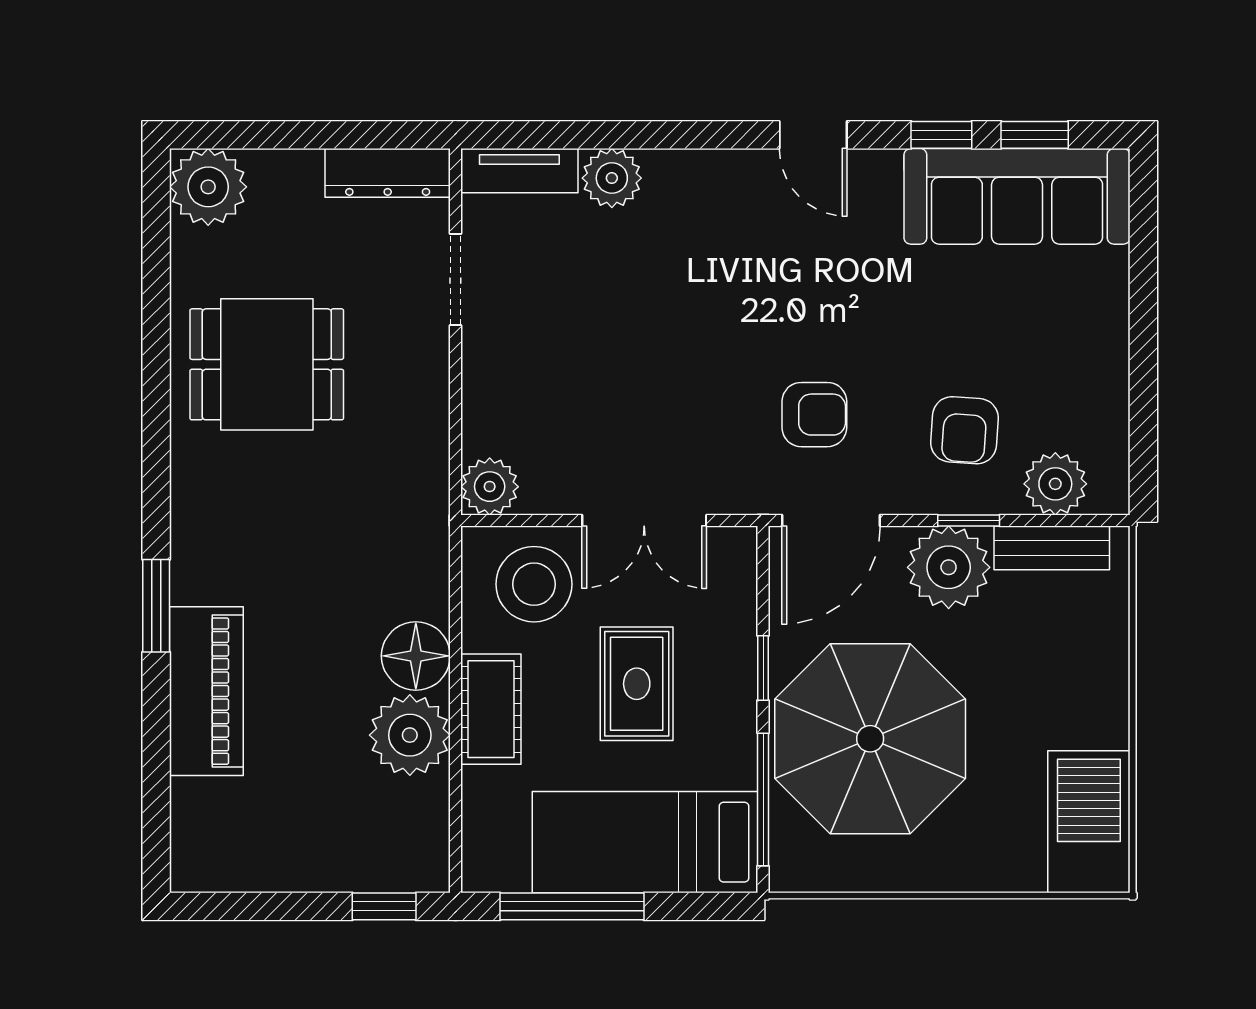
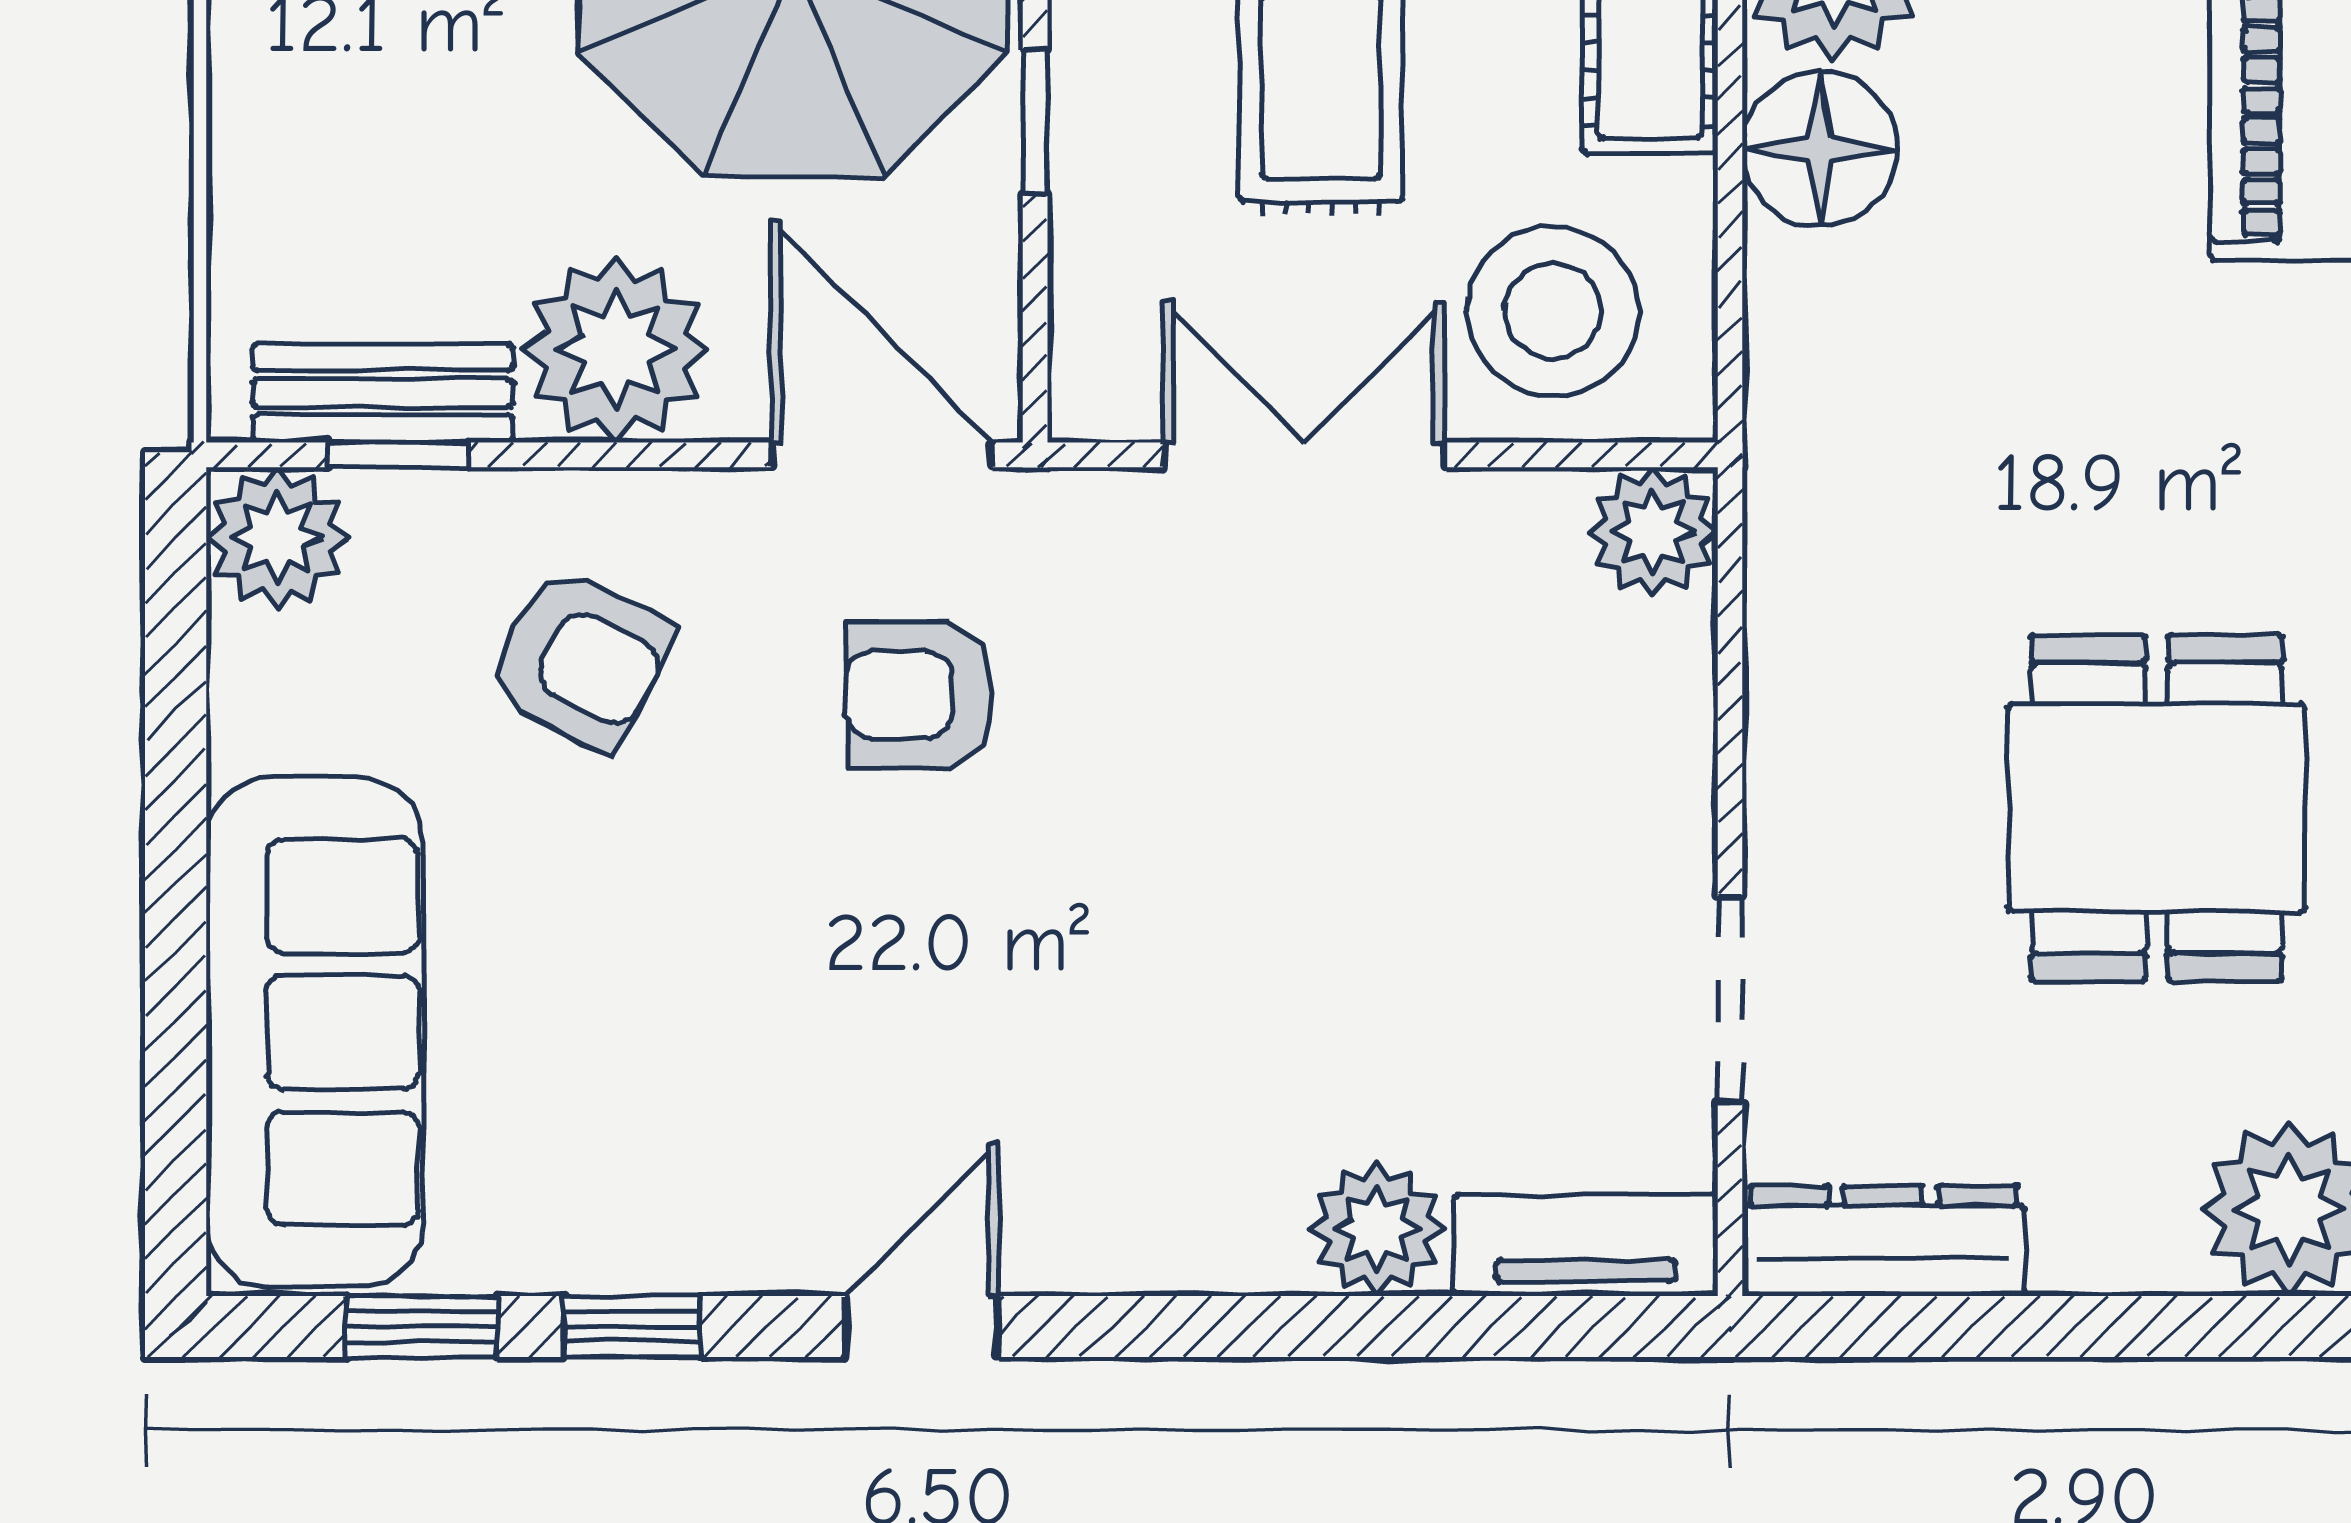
door: (813, 135) -> (922, 1326), hinge flipped
sofa: (1017, 196) -> (315, 1032), moved, turned 90
dining table: (267, 364) -> (2157, 808), turned 90
armchair: (964, 430) -> (580, 659), turned 113
plant: (1055, 484) -> (277, 538), moved
door: (831, 521) -> (882, 455), hinge flipped
window: (969, 521) -> (398, 455), moved

